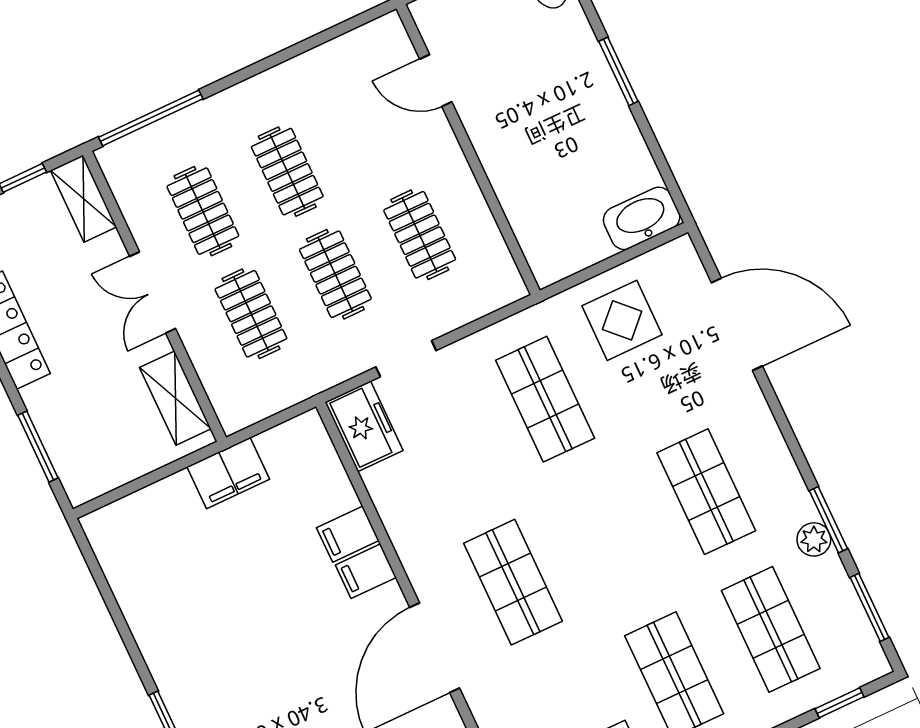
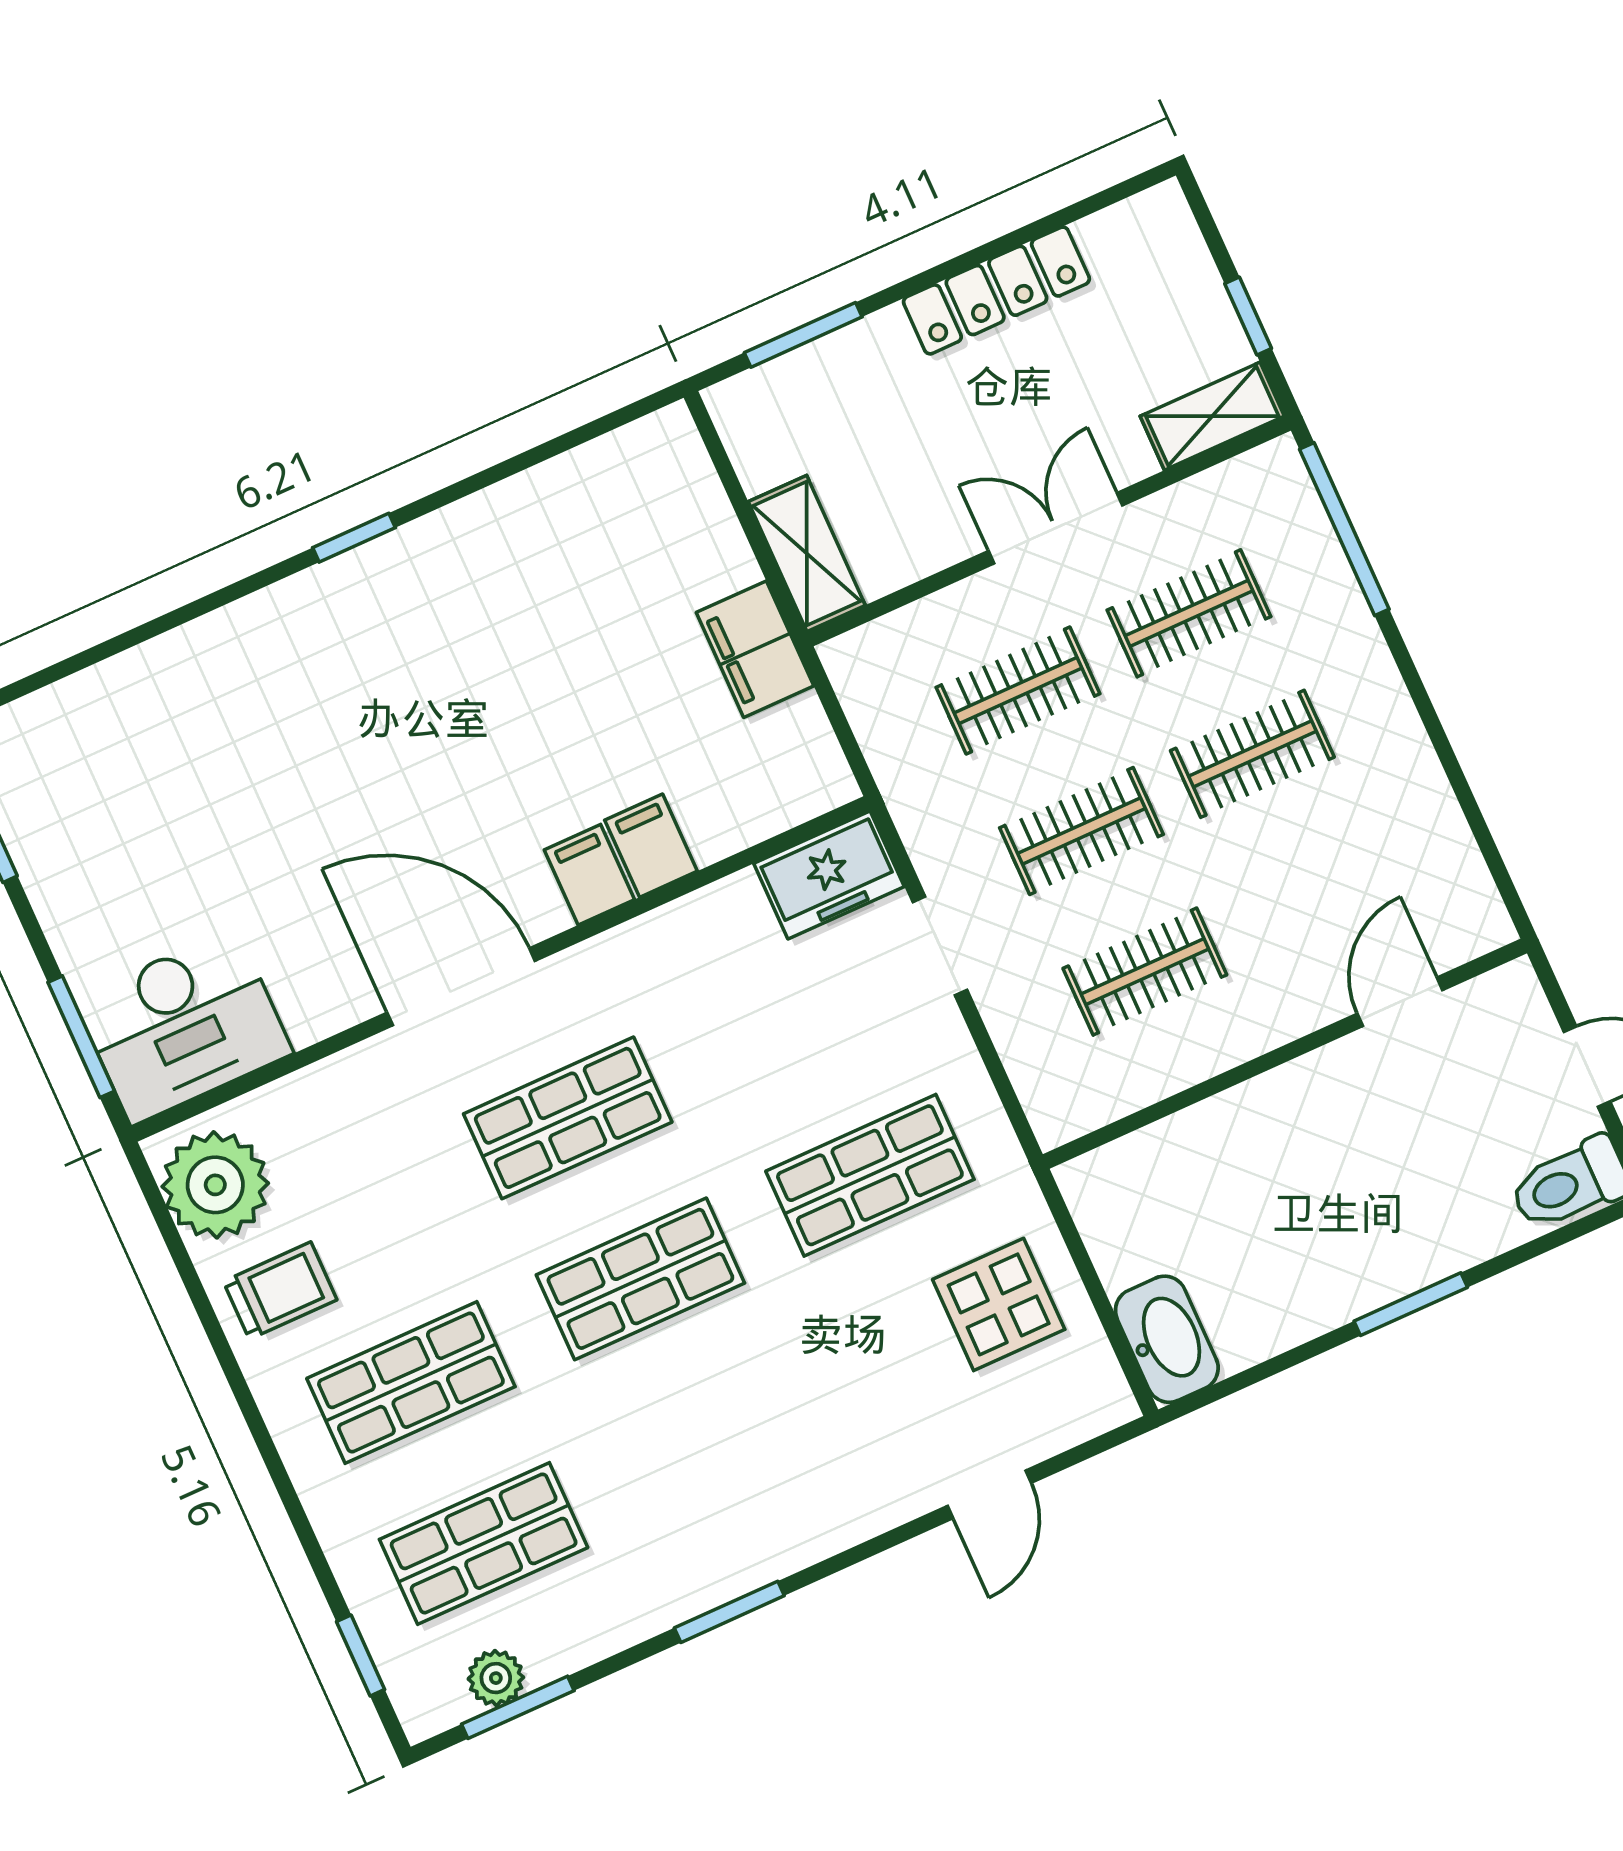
door: (737, 324) -> (989, 1494), width x0.53
shelving: (175, 398) -> (807, 553), moved, turned 90
shop shelf: (706, 492) -> (640, 1279), moved
window: (828, 520) -> (729, 1612), moved
plant: (814, 539) -> (496, 1678), moved

